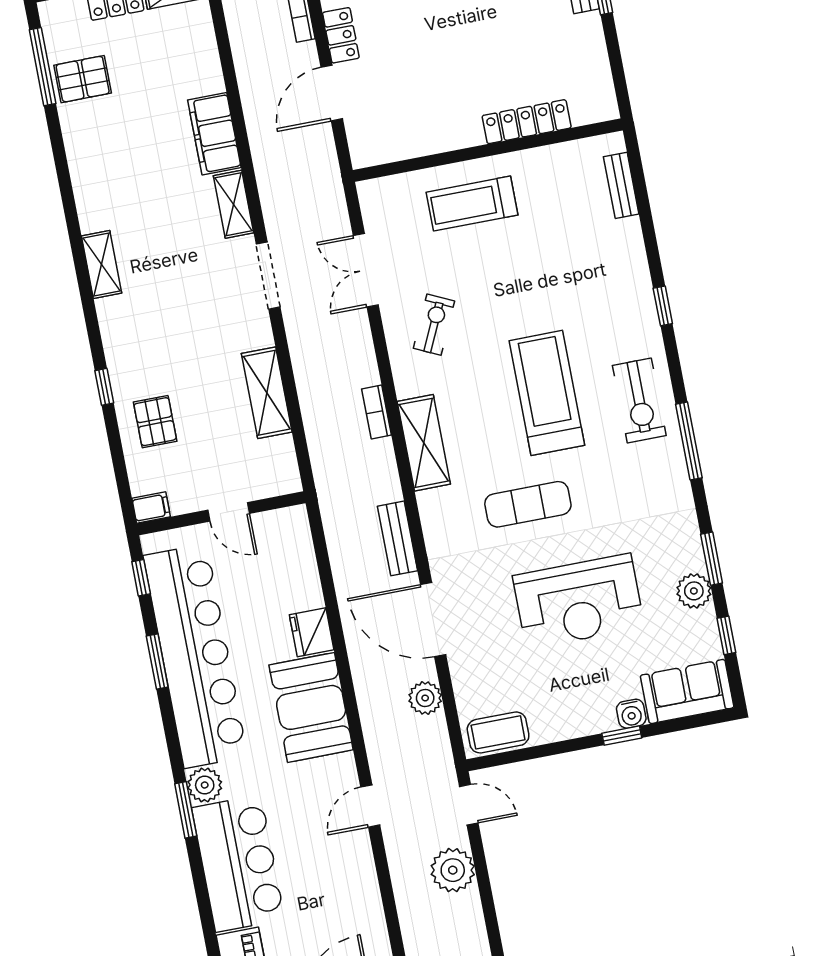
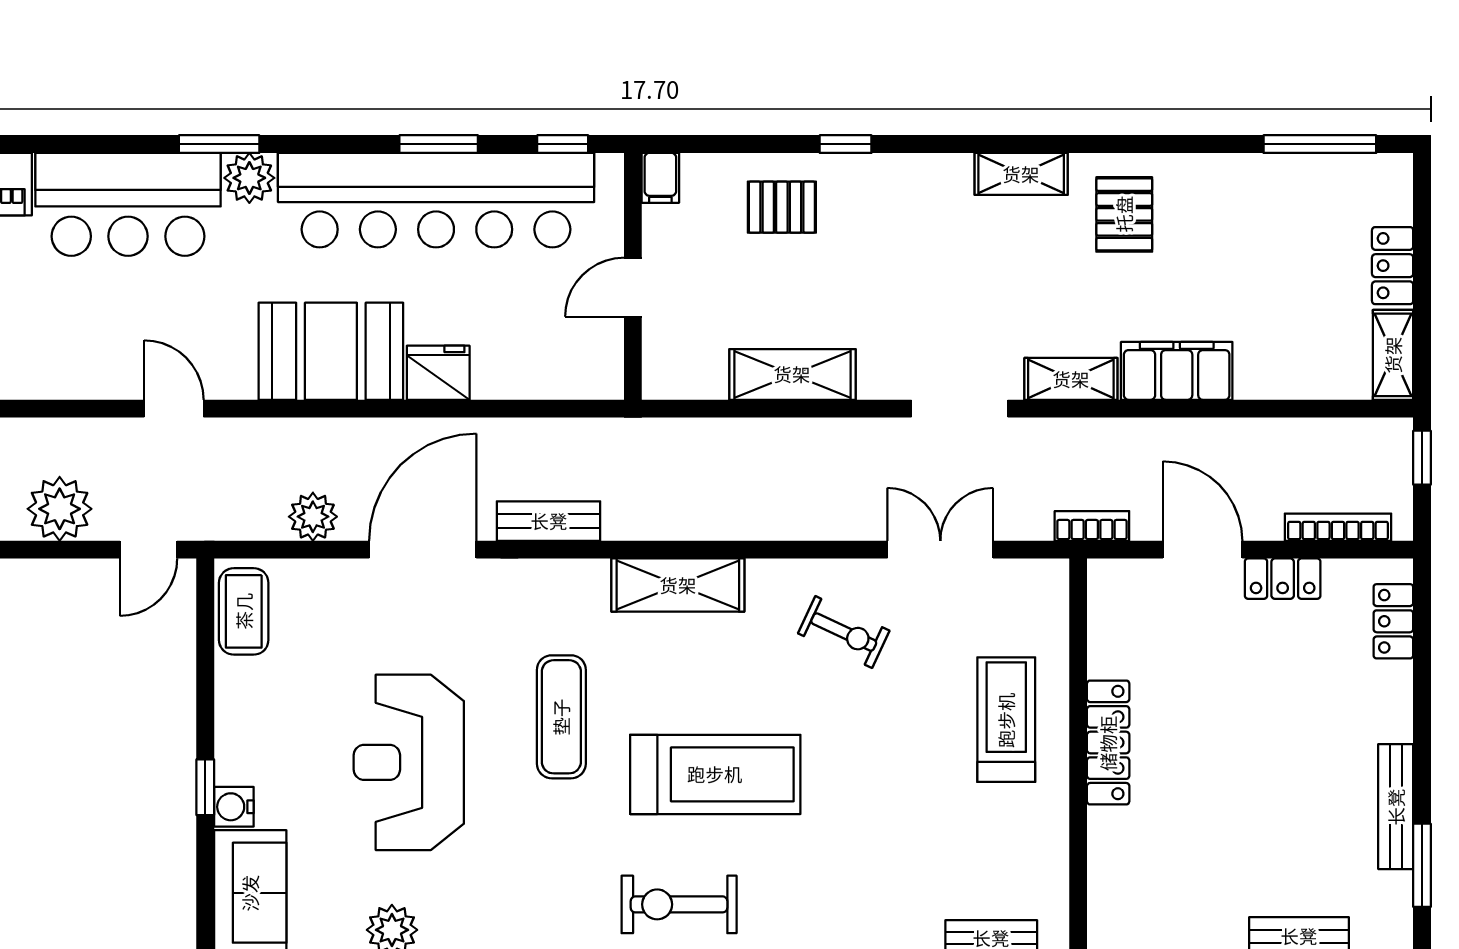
pallet: (83, 79) -> (1124, 214), moved
locker: (527, 122) -> (1108, 743), moved
bookcase: (376, 412) -> (1092, 526), moved

